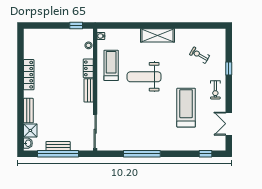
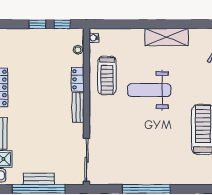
window: (57, 25) -> (38, 24), added
treadmill: (111, 65) -> (107, 75), turned 180

